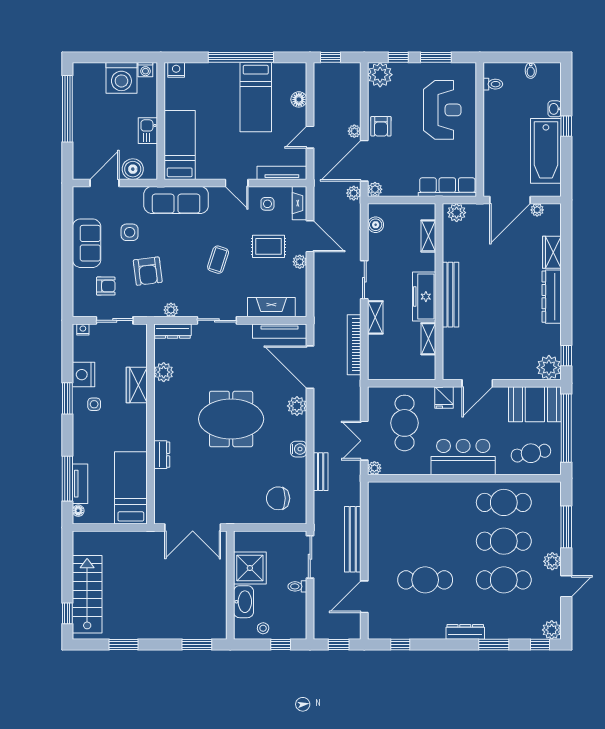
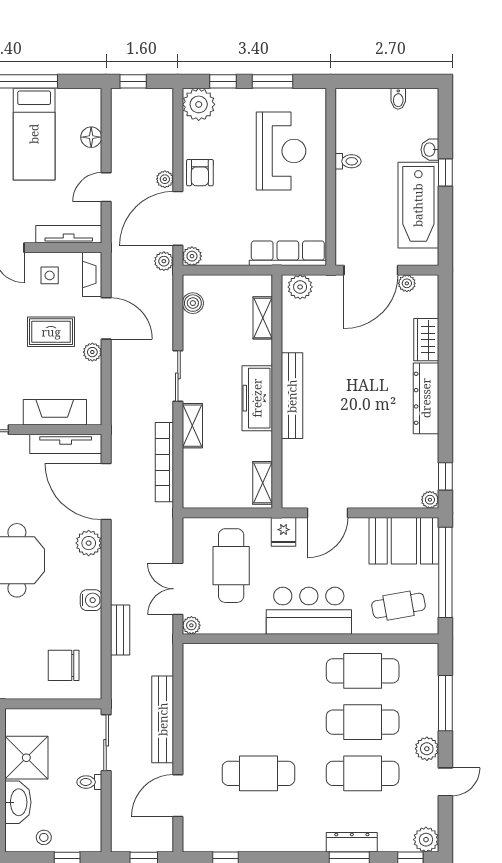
toilet: (493, 84) -> (348, 161), moved
shelving: (428, 339) -> (263, 483), moved
plant: (549, 368) -> (430, 500), width x0.53, depth x0.53
dresser: (465, 632) -> (352, 842), moved

